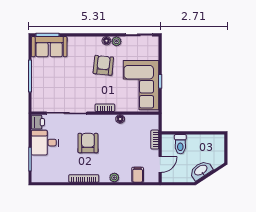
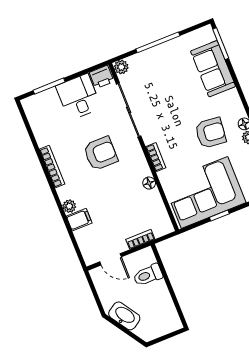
sofa: (49, 47) -> (213, 69), moved
plant: (37, 107) -> (121, 67), added
filing cabinet: (138, 175) -> (79, 220), moved

